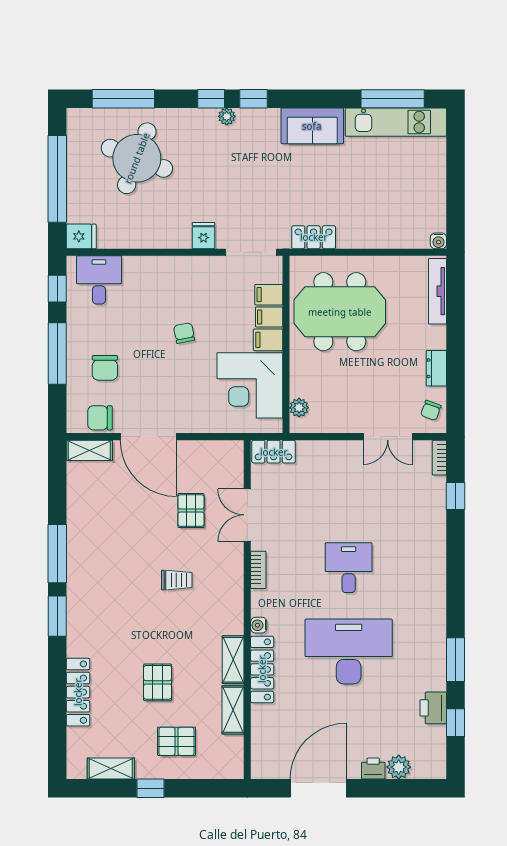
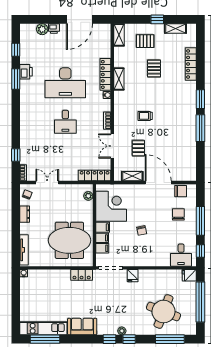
shelving: (89, 450) -> (132, 176), moved
locker: (274, 452) -> (95, 175), width x1.53
double door: (247, 515) -> (112, 146), swing flipped
printer: (433, 708) -> (26, 72), moved
shelving: (233, 710) -> (119, 35), moved

